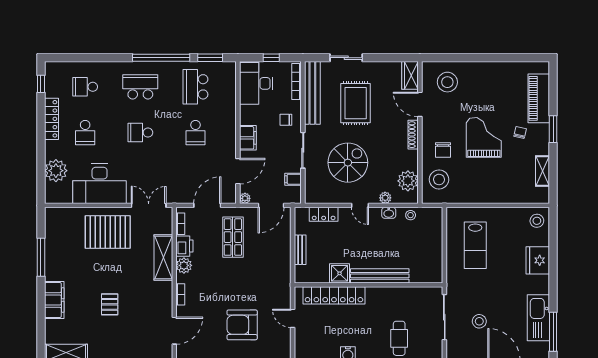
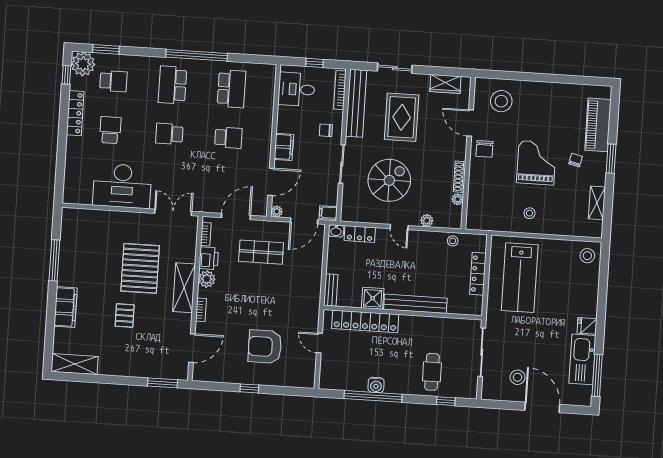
window: (210, 58) -> (106, 49), moved
wardrobe: (410, 75) -> (445, 84), moved, turned -90
desk: (256, 83) -> (297, 89), width x0.73
school desk: (85, 87) -> (113, 81), turned 180
school desk: (140, 87) -> (172, 85), turned -90
school desk: (195, 87) -> (231, 89), turned 180
school desk: (85, 133) -> (110, 130), turned 180
school desk: (195, 133) -> (228, 138), turned -90
shoe rack: (413, 135) -> (460, 177), moved
chair: (443, 150) -> (484, 149), moved
plant: (56, 171) -> (83, 64), moved
filing cabinet: (293, 179) -> (328, 213), moved
stool: (439, 179) -> (529, 213), moved, width x0.53, depth x0.53
plant: (408, 181) -> (458, 199), width x0.53, depth x0.53
washbasin: (389, 213) -> (336, 231), moved
pallet: (108, 232) -> (140, 268), moved, turned 90
shop shelf: (233, 237) -> (261, 252), turned 90
locker: (436, 244) -> (478, 274), added
lab bench: (475, 245) -> (520, 278), width x1.36, depth x1.39
bench: (300, 250) -> (331, 290), moved
shelving: (163, 258) -> (184, 288), moved
fridge: (538, 260) -> (587, 326), moved, width x0.53, depth x0.75
stool: (479, 321) -> (518, 377), moved

